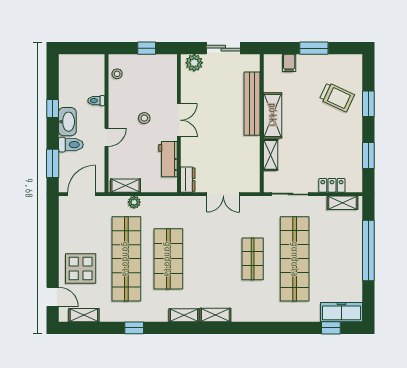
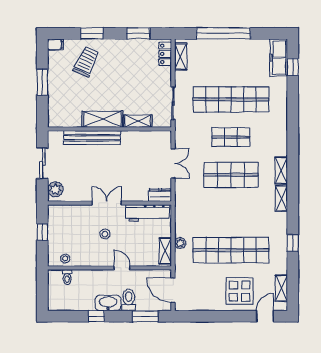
filing cabinet: (289, 63) -> (56, 45), moved
toilet: (96, 101) -> (67, 277), moved
workbench: (168, 159) -> (148, 213), width x1.37
locker: (332, 185) -> (165, 54), moved
shop shelf: (168, 259) -> (231, 175), moved

